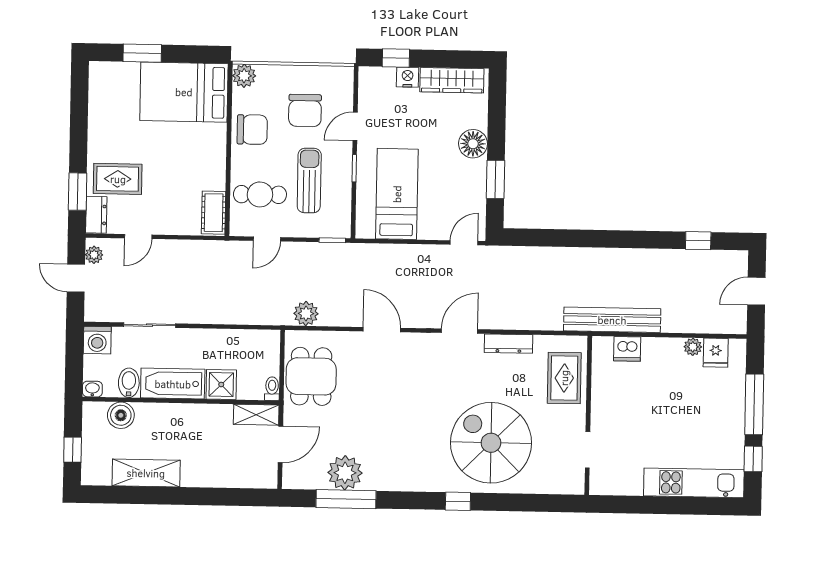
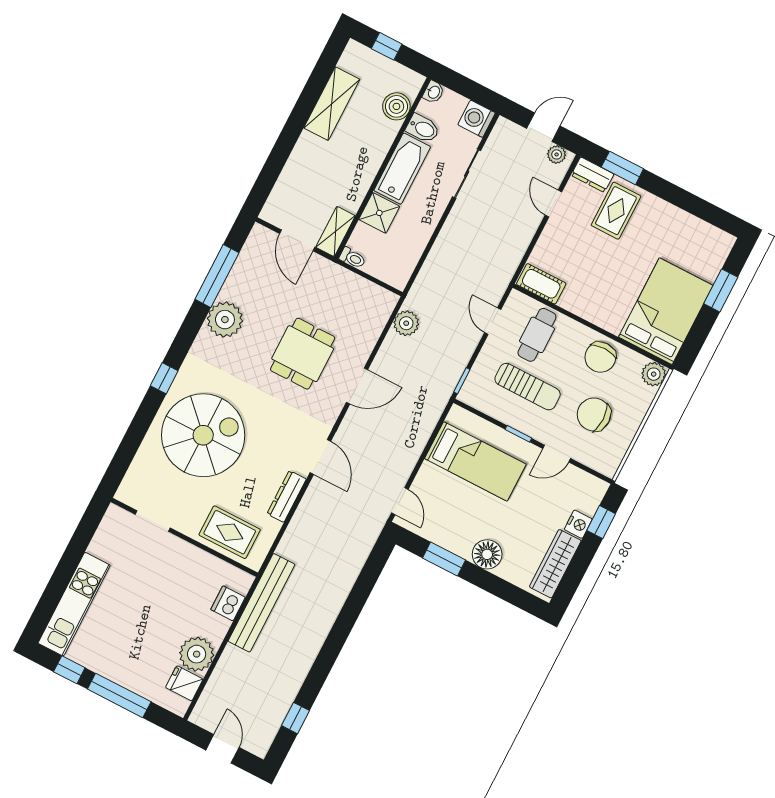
door: (355, 126) -> (557, 454), swing flipped
plant: (693, 347) -> (197, 654), width x1.88, depth x1.88
dining table: (311, 376) -> (303, 354), moved, turned 90
plant: (345, 473) -> (225, 320), moved

